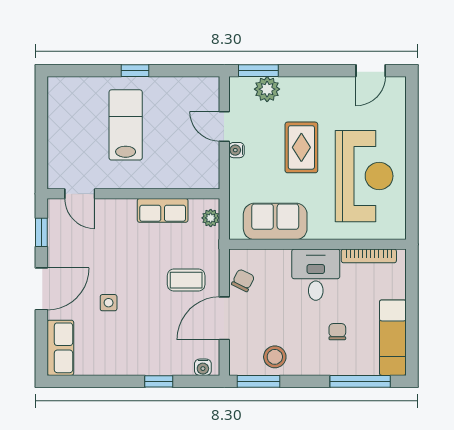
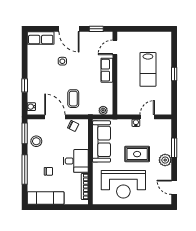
window: (258, 71) -> (174, 148), moved
plant: (267, 89) -> (165, 160), moved
lab bench: (126, 125) -> (148, 69), turned 90
row of seats: (163, 210) -> (107, 70), moved
sofa: (275, 221) -> (102, 141), width x1.36
window: (360, 381) -> (25, 170), moved

